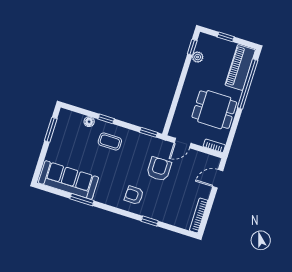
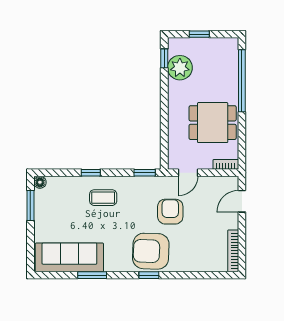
plant: (198, 57) -> (180, 68), width x1.87, depth x1.87
piano: (240, 67) -> (227, 64), removed
floor lamp: (89, 122) -> (40, 182), moved
armchair: (134, 195) -> (151, 251), width x1.88, depth x1.88
window: (150, 221) -> (149, 275), moved

